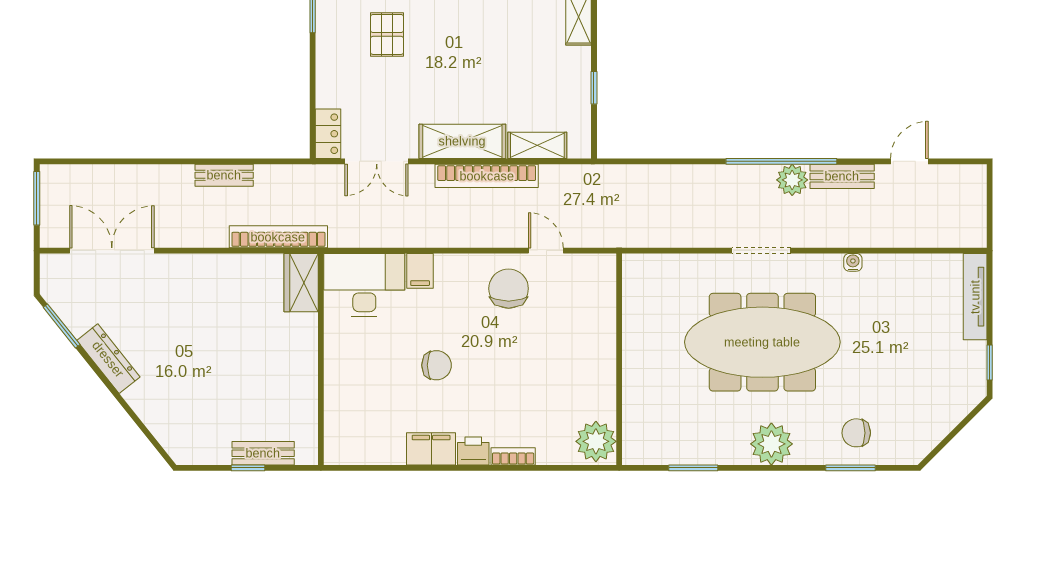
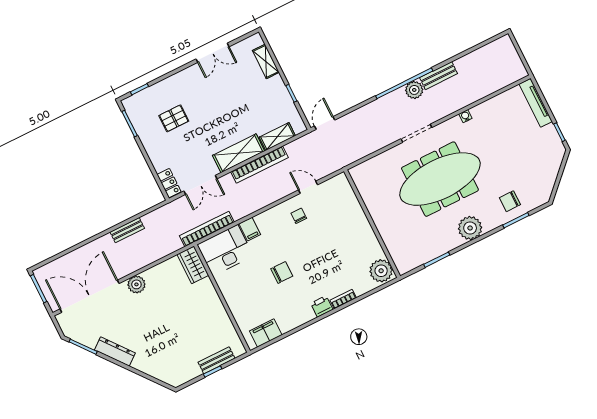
pallet: (387, 34) -> (174, 118), turned 90
door: (909, 161) -> (325, 123), moved
bookcase: (278, 237) -> (207, 229), moved
double door: (112, 251) -> (90, 296), width x1.36
plant: (196, 269) -> (136, 284), added
chair: (509, 289) -> (299, 216), width x0.54, depth x0.54
filing cabinet: (431, 449) -> (266, 333), moved

